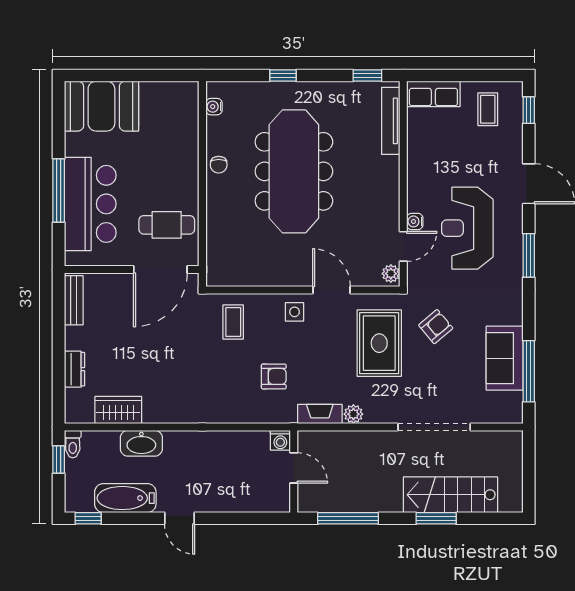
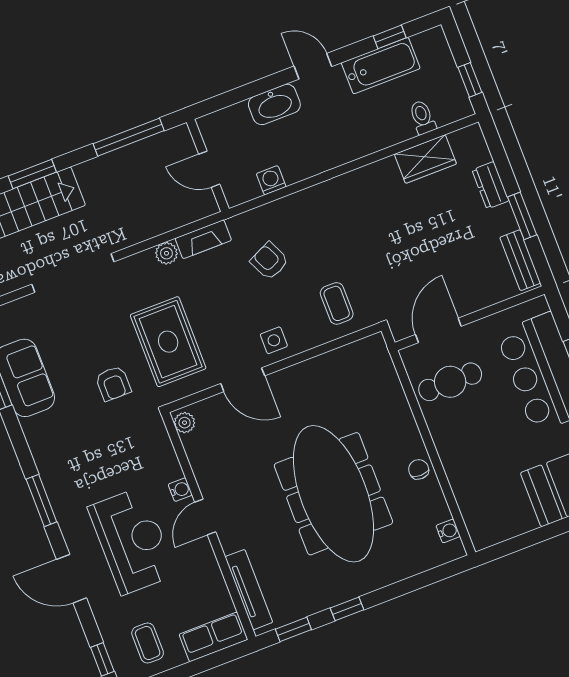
window: (283, 75) -> (347, 609), moved
reception desk: (467, 228) -> (132, 541), moved
door: (403, 246) -> (205, 517), moved
door: (160, 269) -> (438, 330), width x0.73
armchair: (436, 327) -> (113, 383), turned -50
window: (59, 335) -> (522, 216), added
armchair: (274, 376) -> (269, 261), turned 65
washing machine: (280, 440) -> (271, 180), moved
washbasin: (141, 443) -> (274, 104), moved, turned 180
toilet: (73, 444) -> (422, 117), moved
window: (88, 518) -> (390, 37), moved

